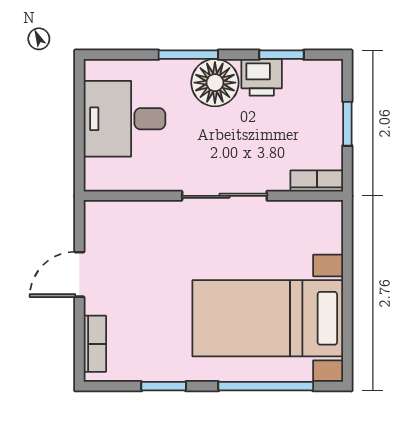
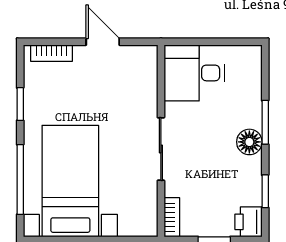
printer: (262, 77) -> (249, 222), moved
floor lamp: (215, 83) -> (249, 142), width x0.73, depth x0.73
desk: (125, 119) -> (194, 73), moved, turned -90

